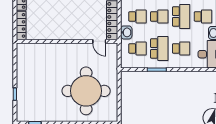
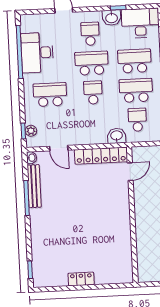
school desk: (137, 16) -> (94, 122), removed
locker: (21, 25) -> (114, 277), removed
school desk: (181, 48) -> (135, 61), width x1.85

